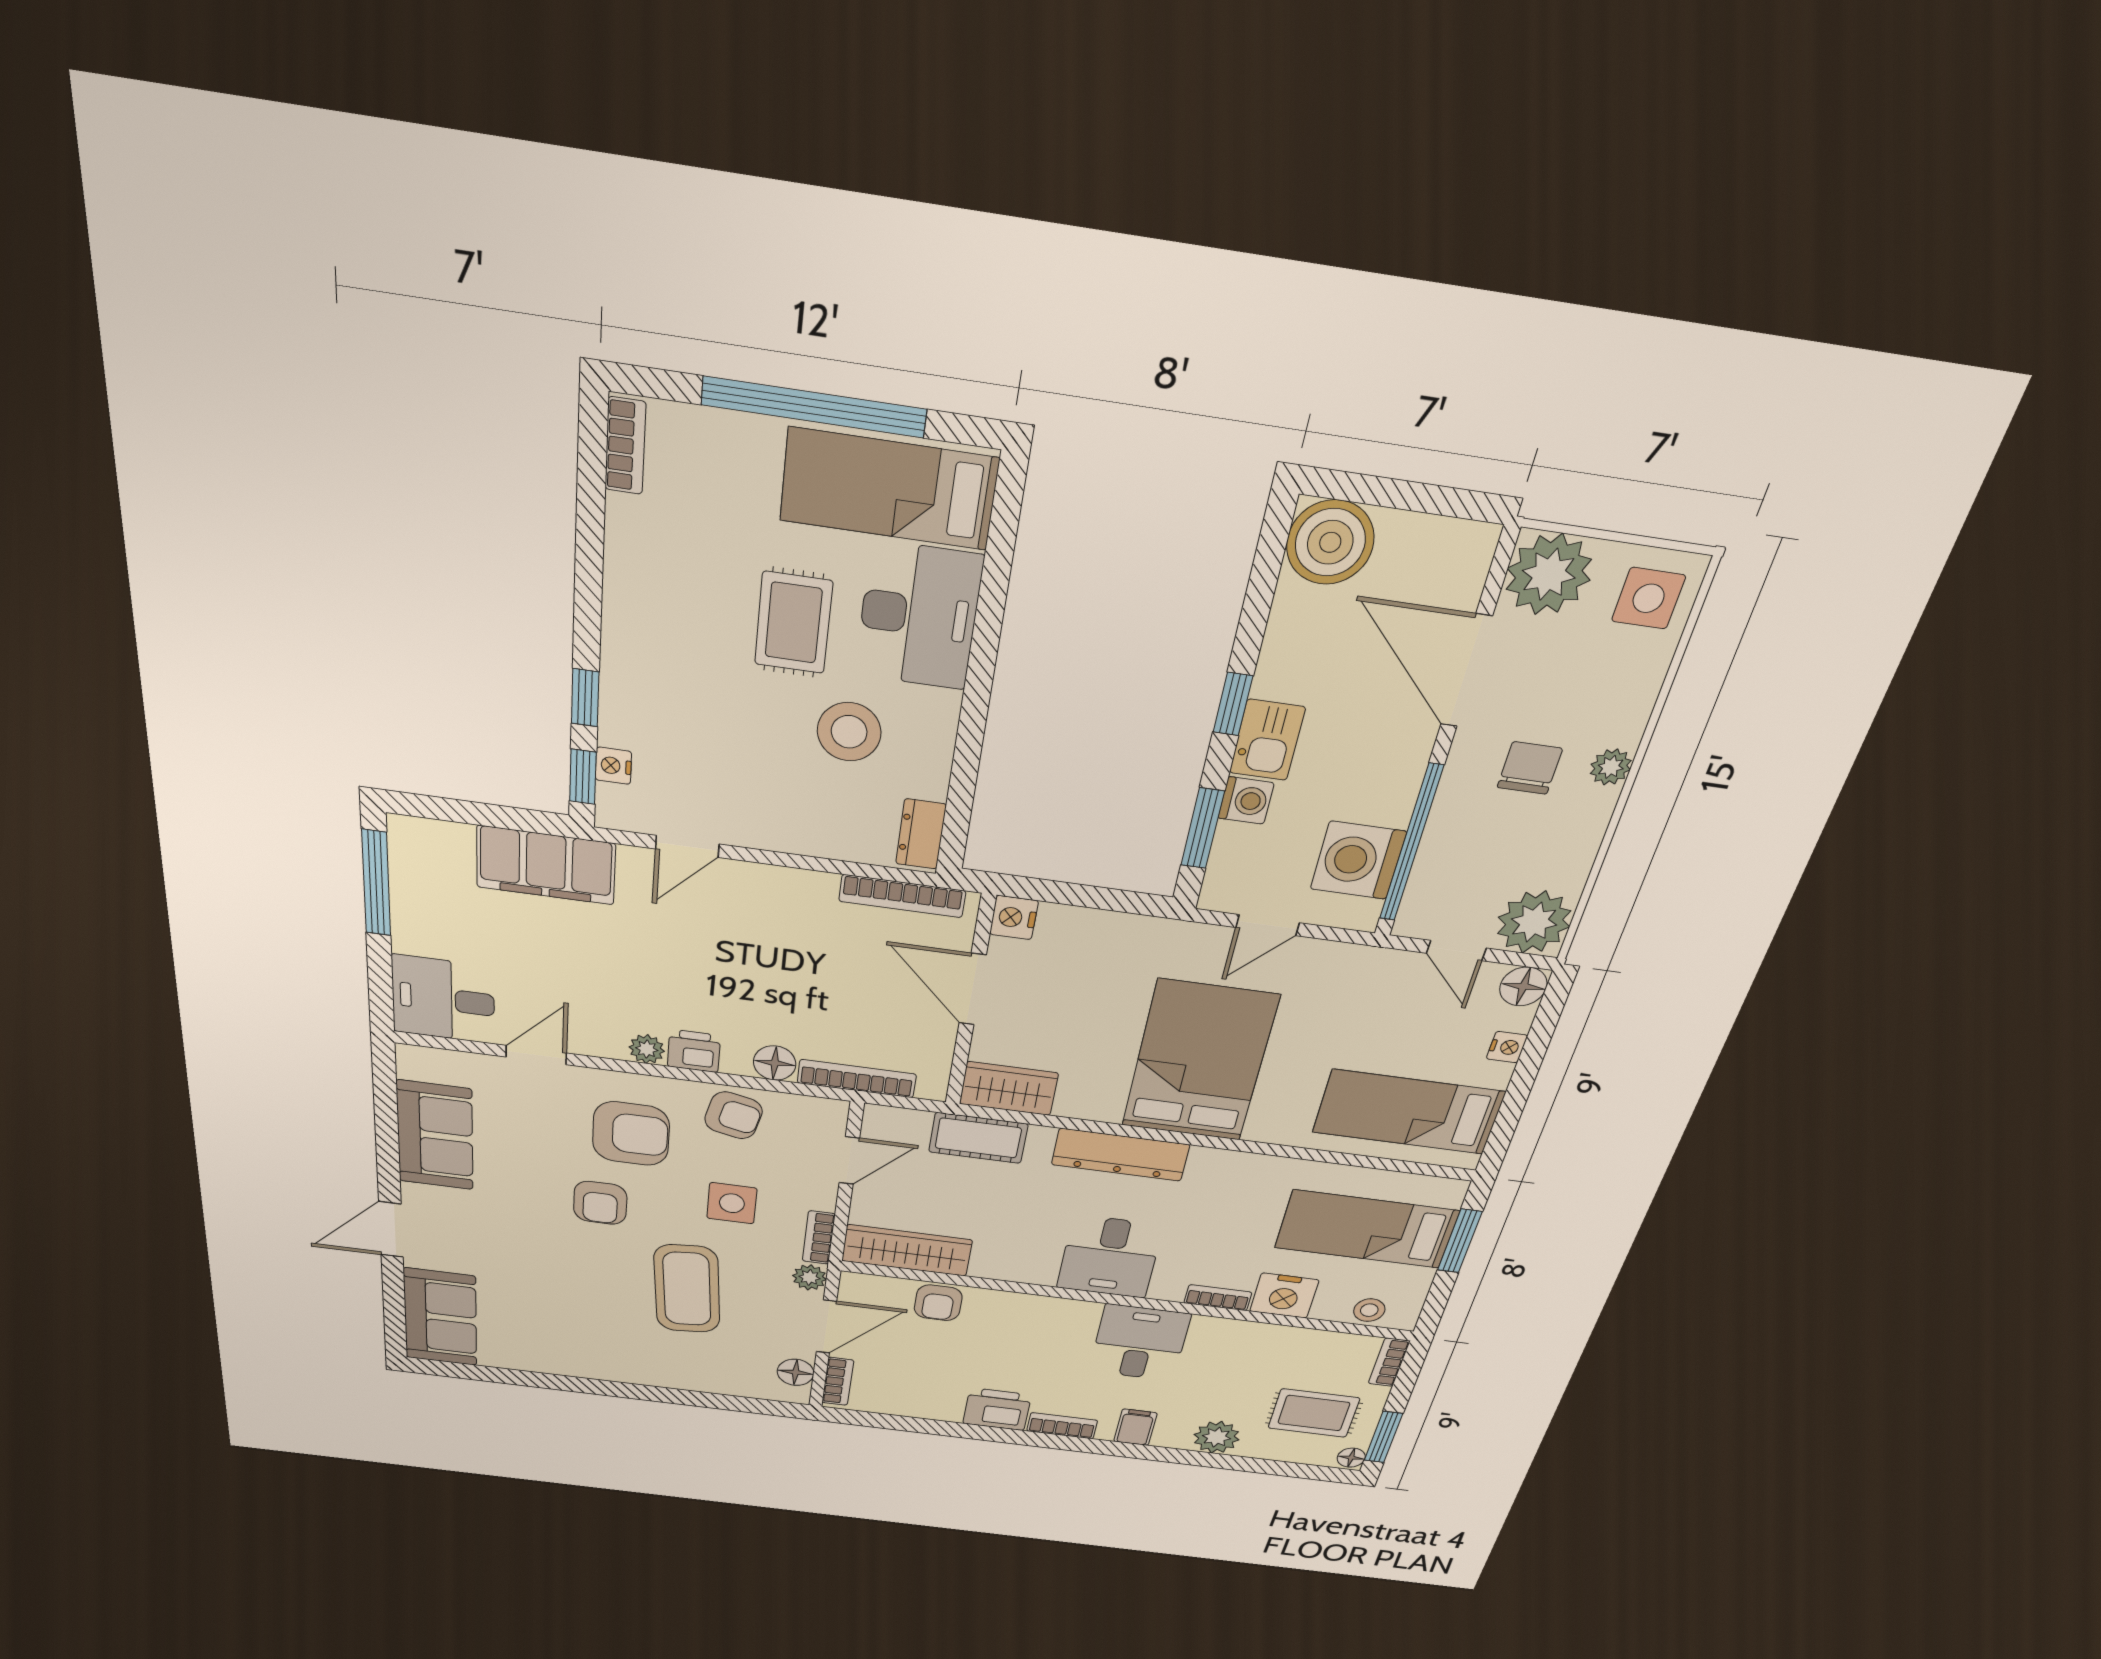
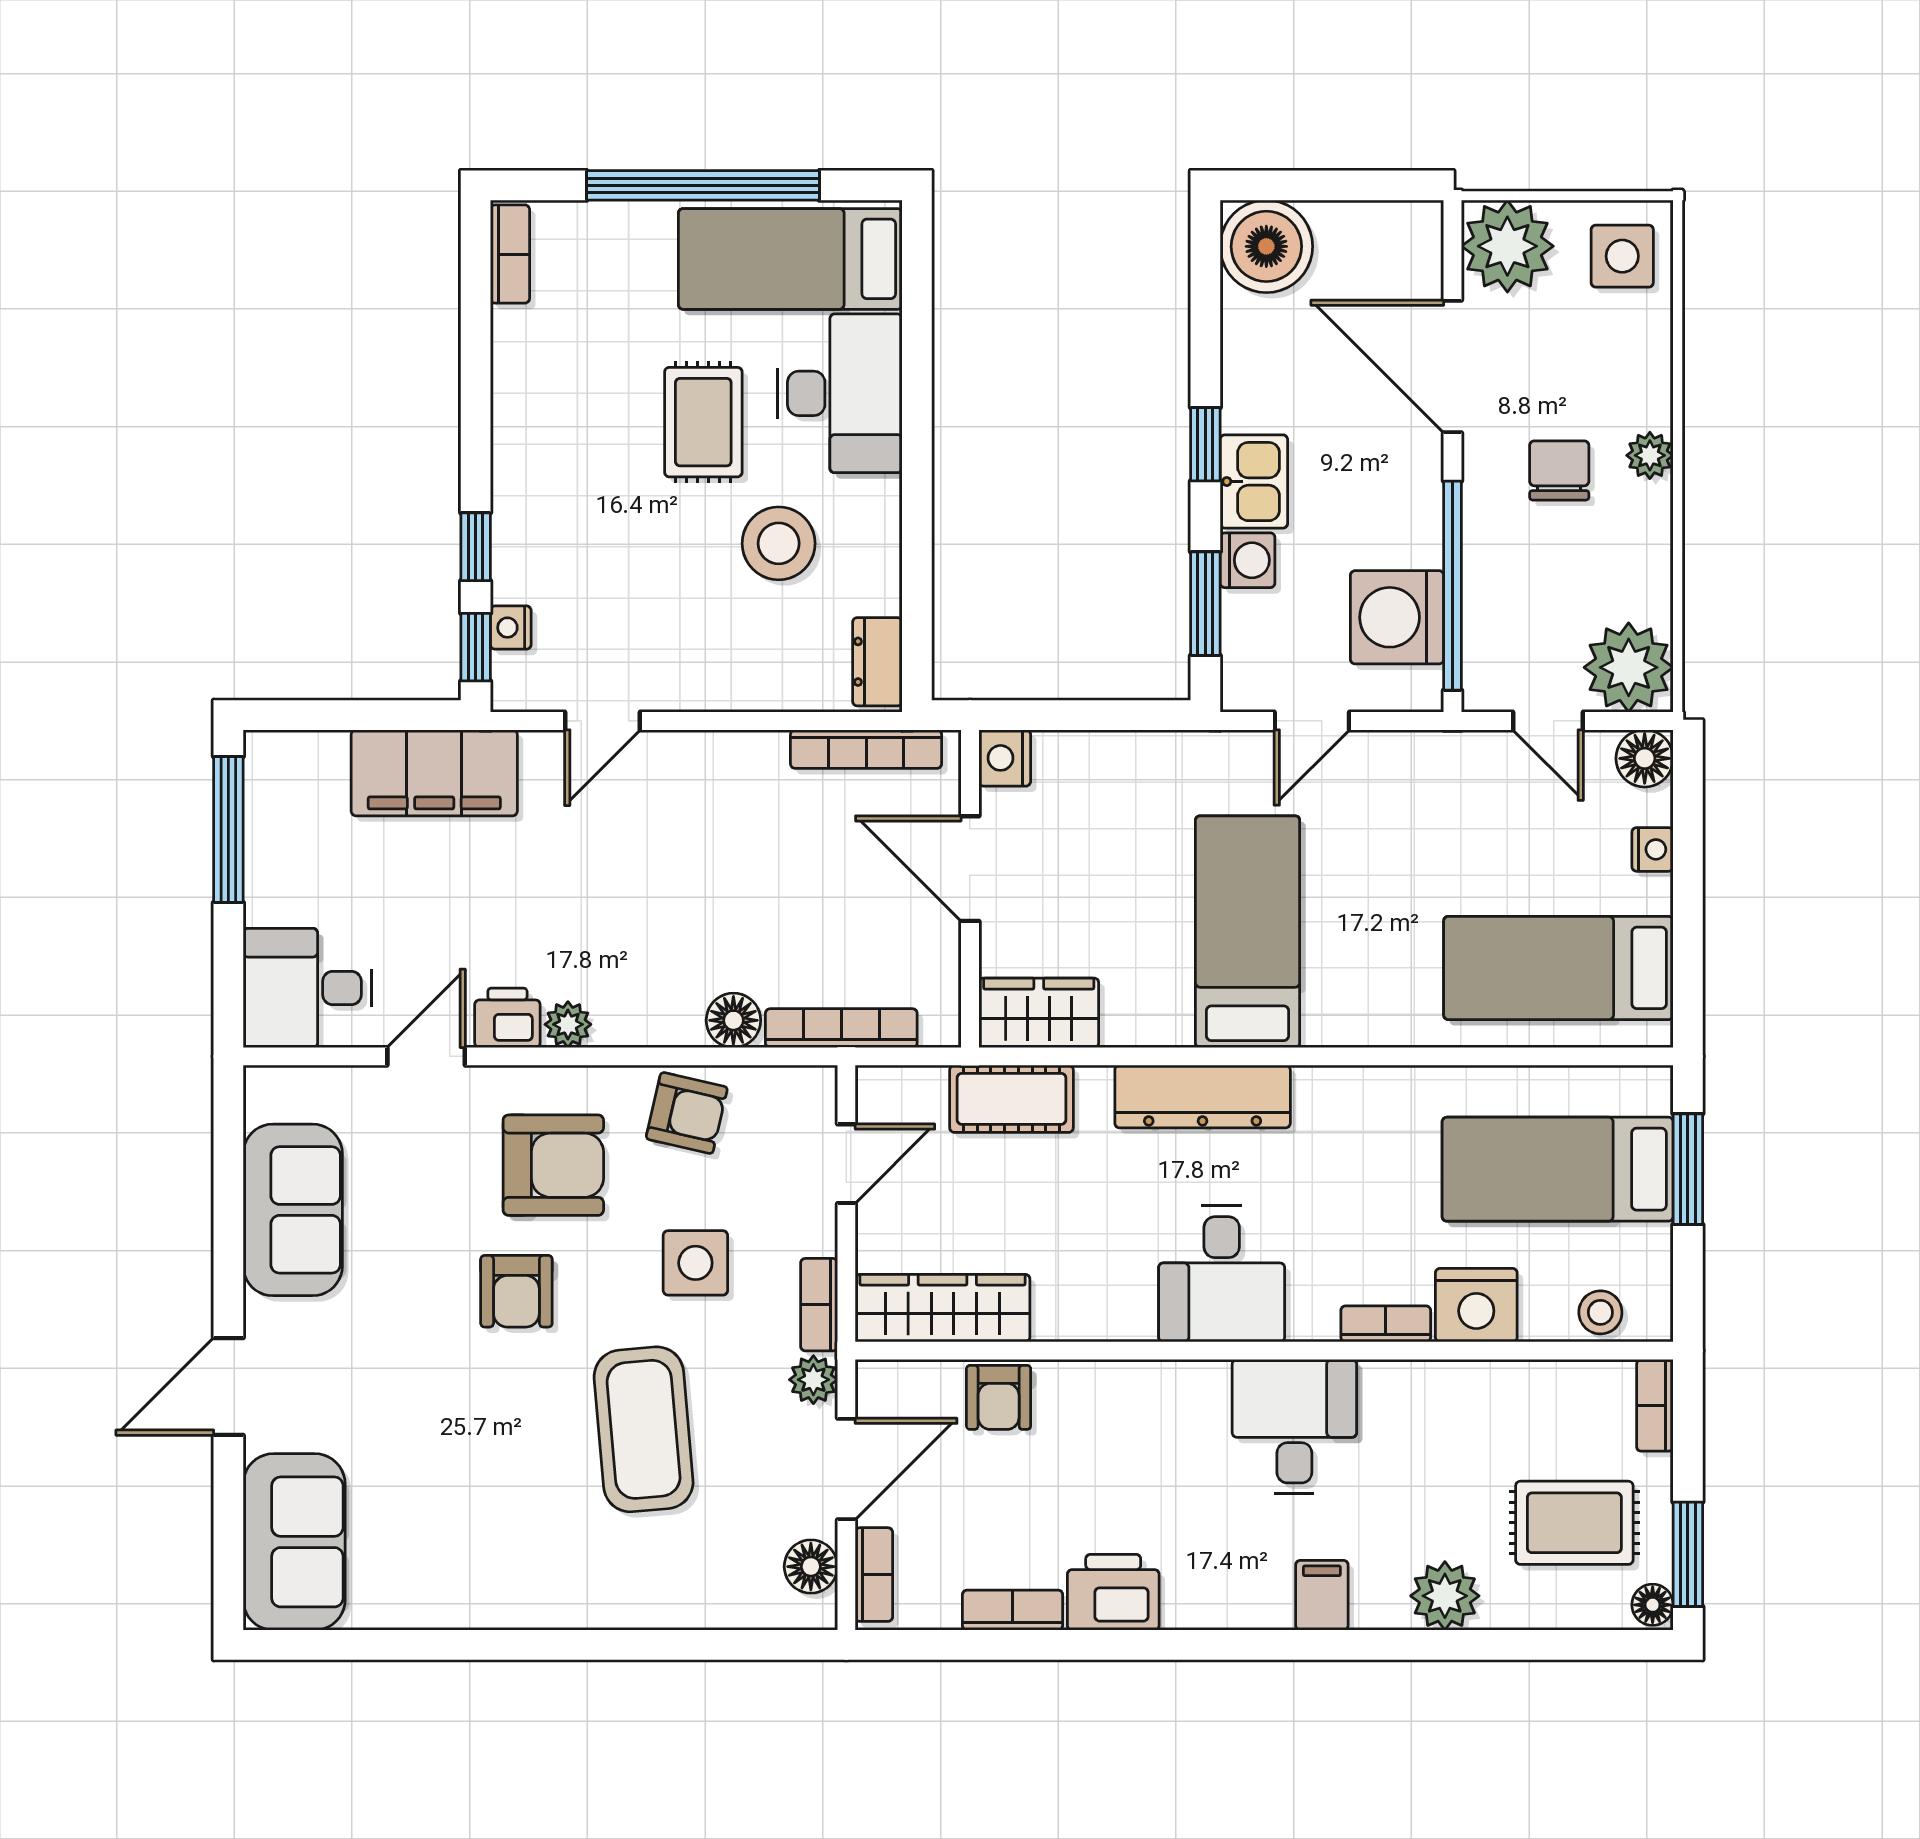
printer: (694, 1051) -> (507, 1018), moved
bed: (1200, 1061) -> (1248, 932), width x0.67
bookcase: (1062, 1426) -> (1013, 1610), moved

